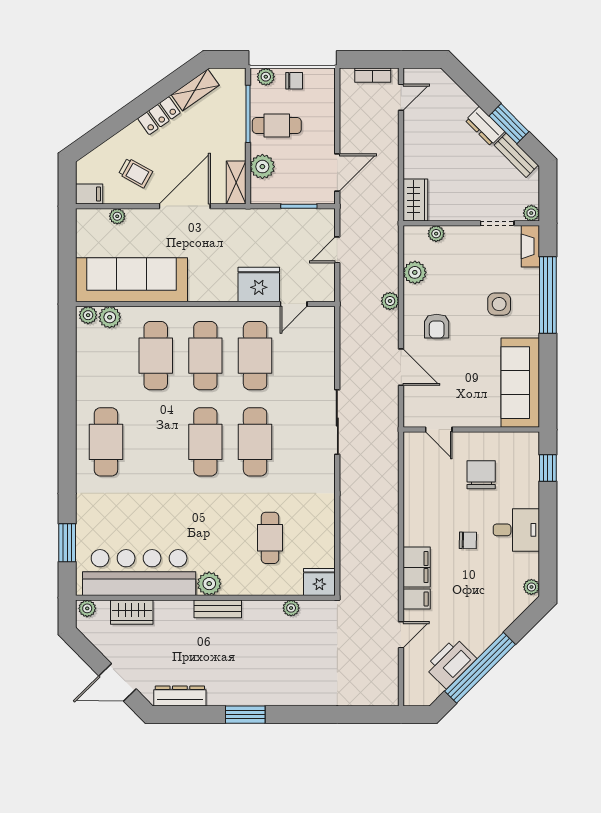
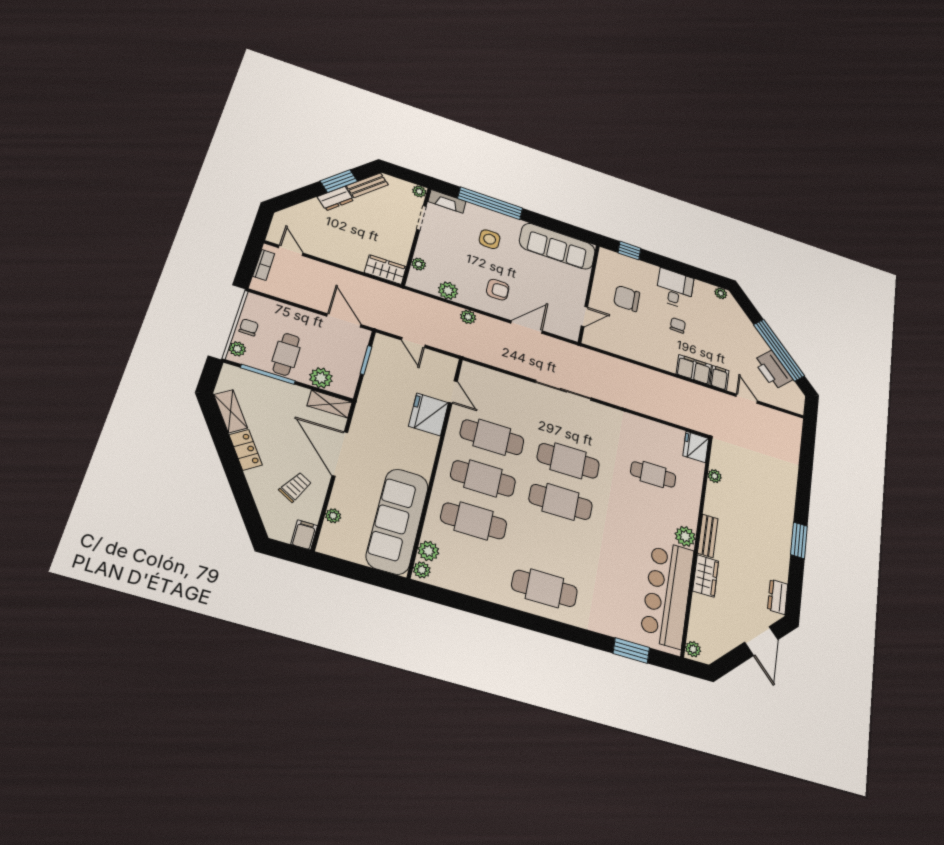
wardrobe: (132, 612) -> (706, 576), moved
dresser: (180, 696) -> (778, 597), width x0.70

